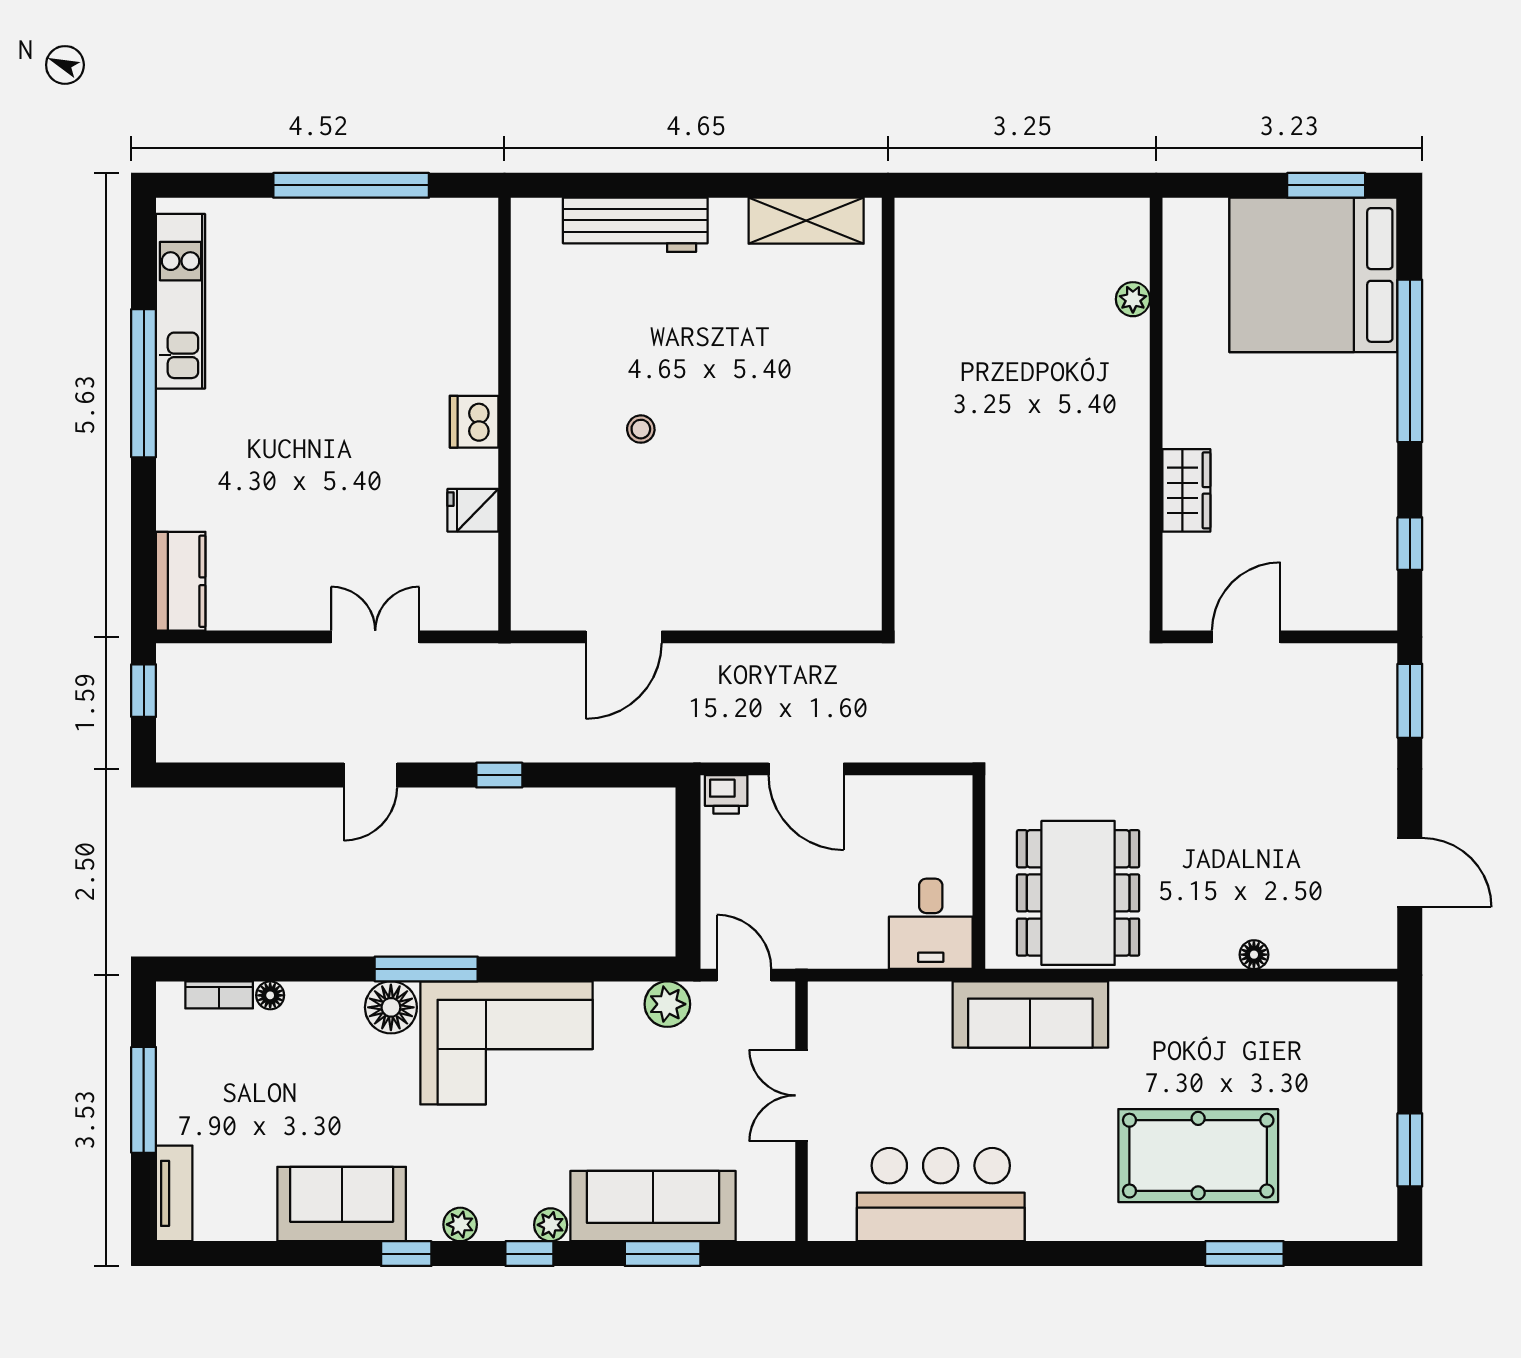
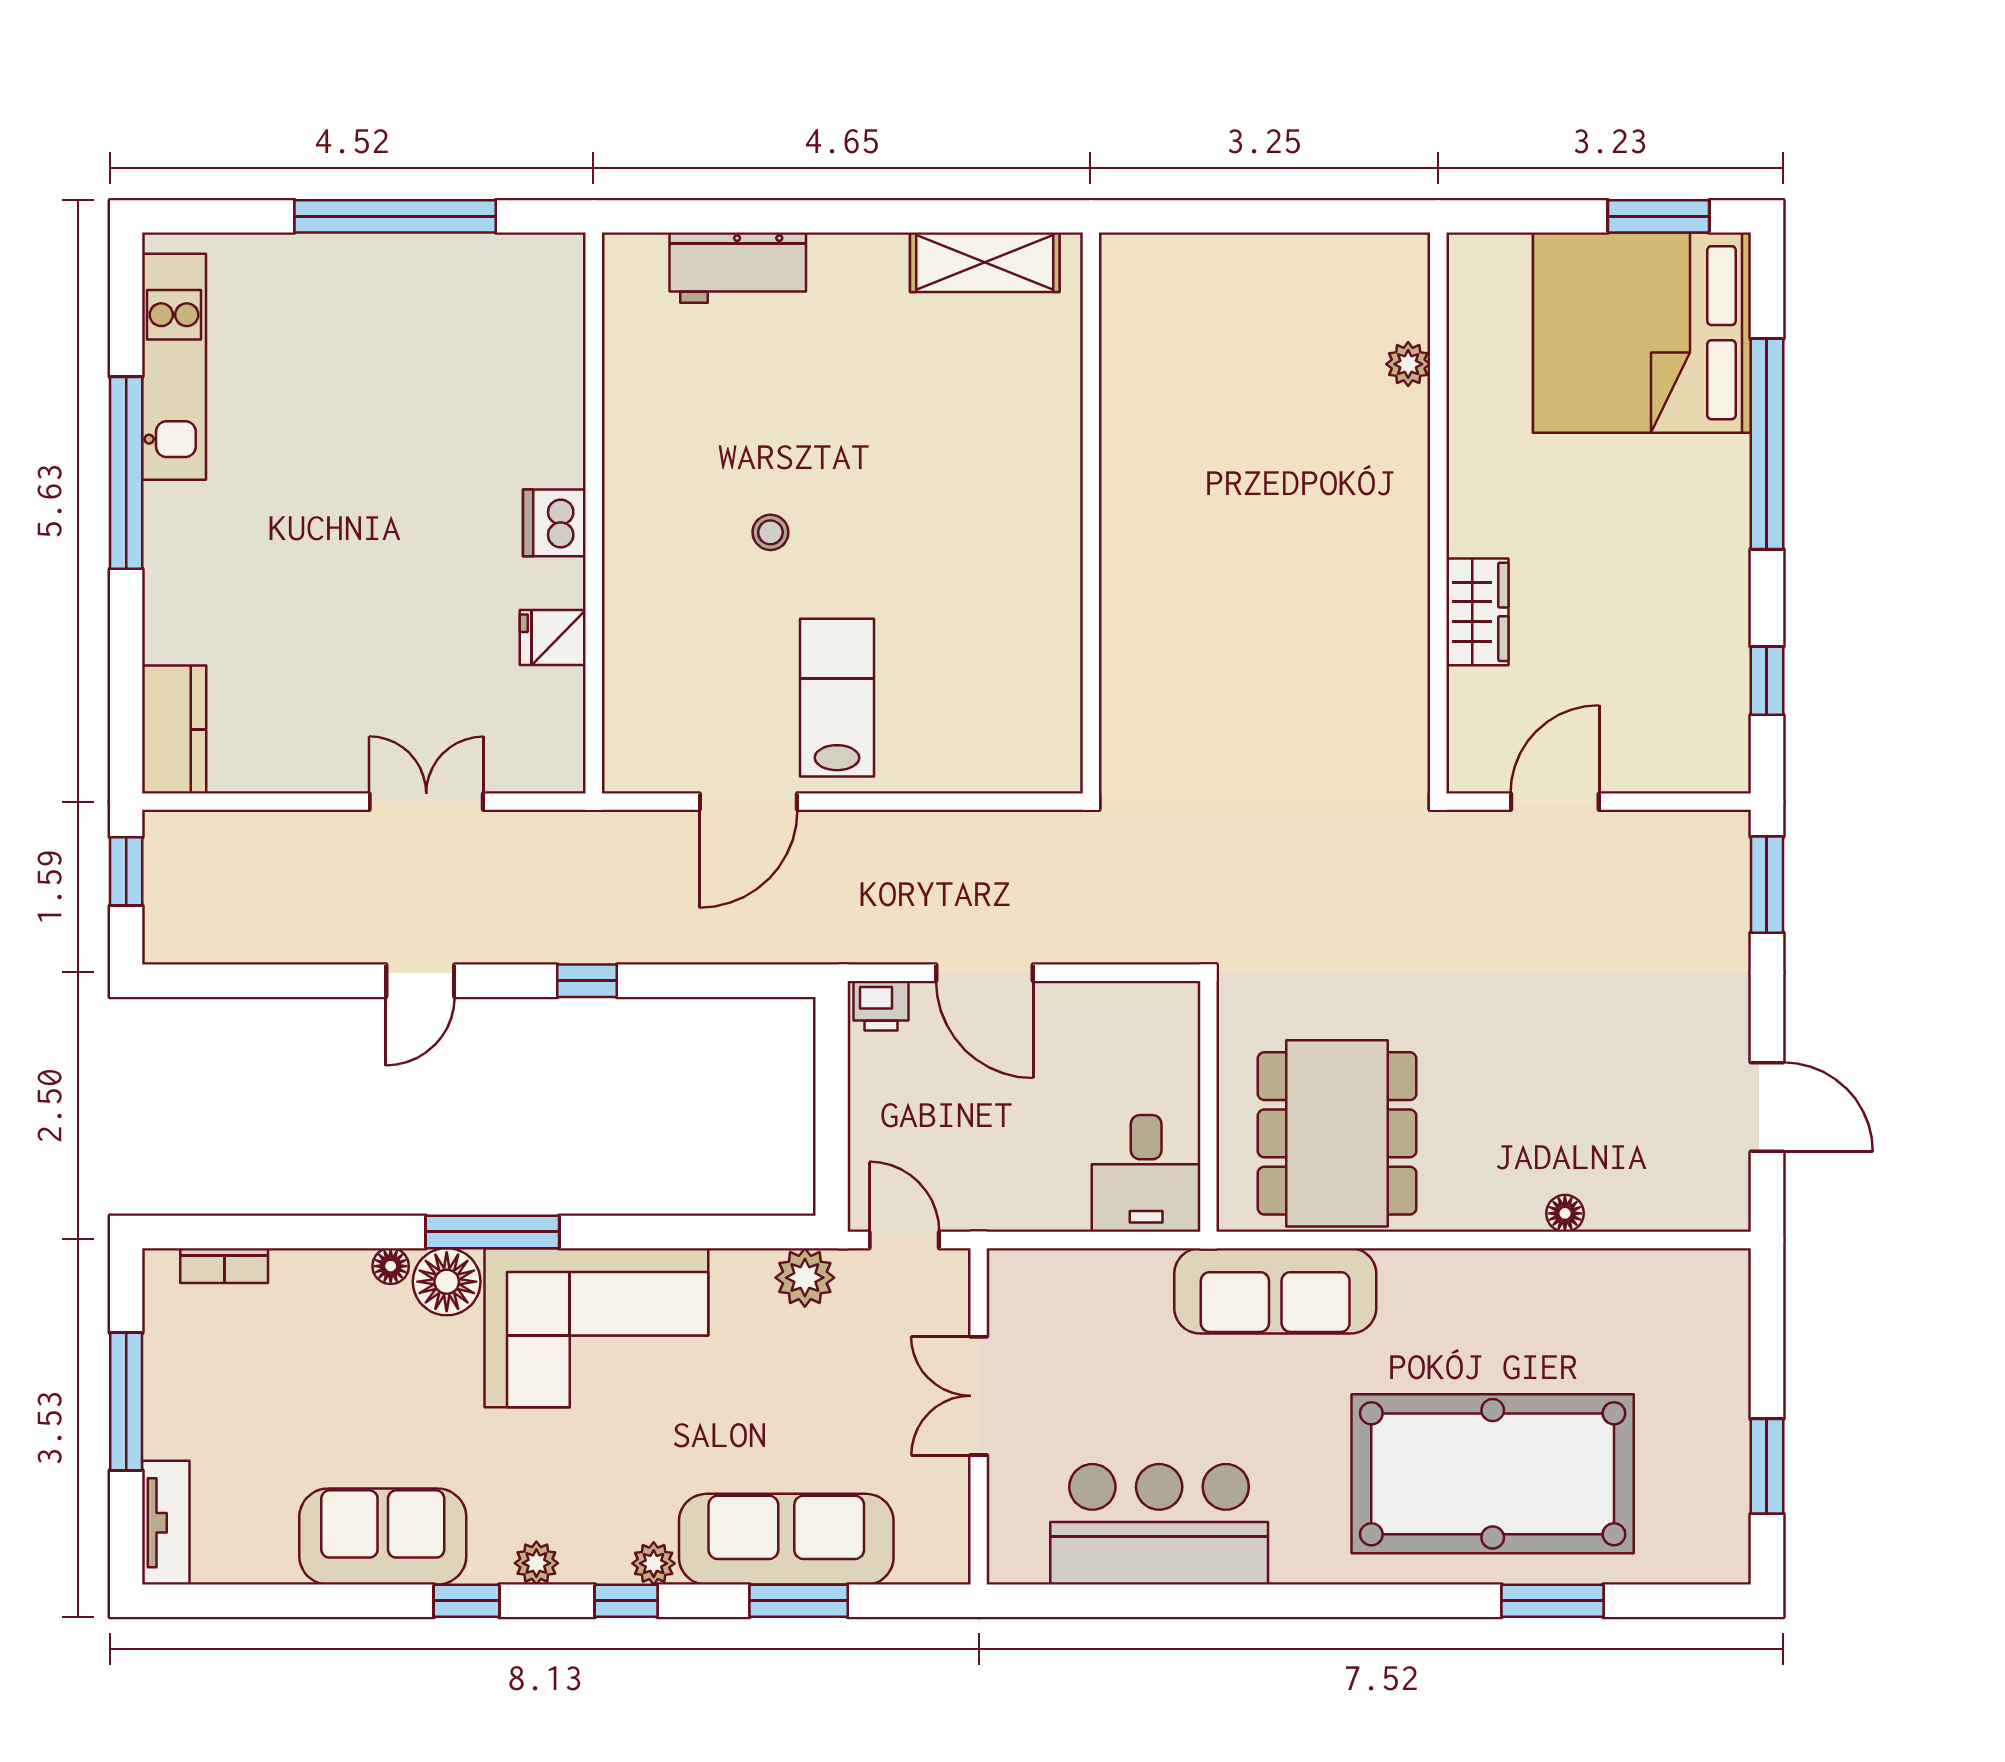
workbench: (635, 225) -> (738, 268), width x0.73
lab bench: (692, 557) -> (837, 698), added
floor lamp: (270, 995) -> (391, 1266), moved
pool table: (1198, 1156) -> (1493, 1474), width x1.36, depth x1.32

